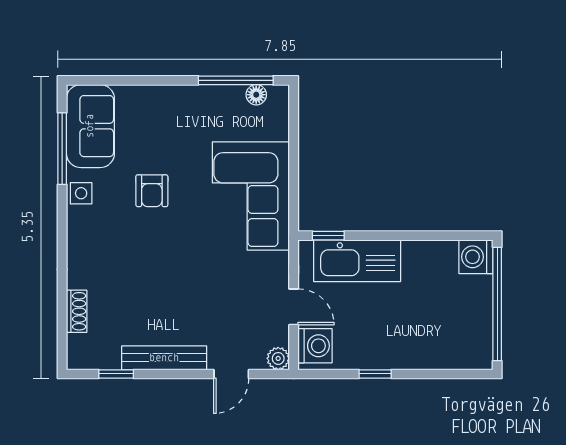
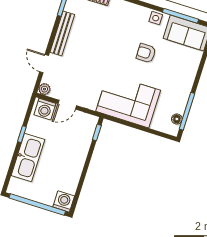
kitchen sink: (357, 261) -> (28, 158), moved, turned 180

